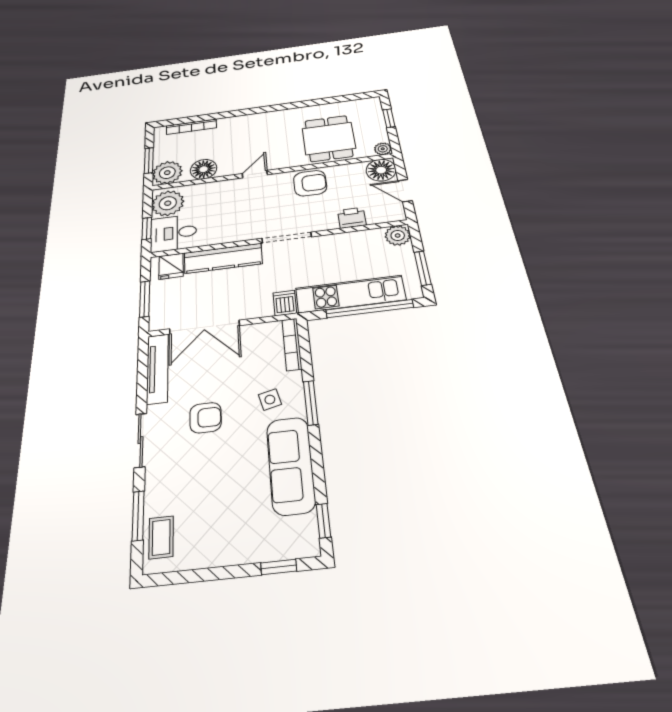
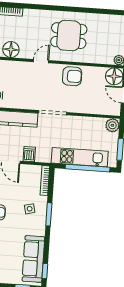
dining table: (329, 138) -> (69, 36), moved, turned 90
printer: (352, 218) -> (91, 107), removed
dishwasher: (285, 303) -> (29, 154), moved
sofa: (291, 465) -> (33, 259), moved

